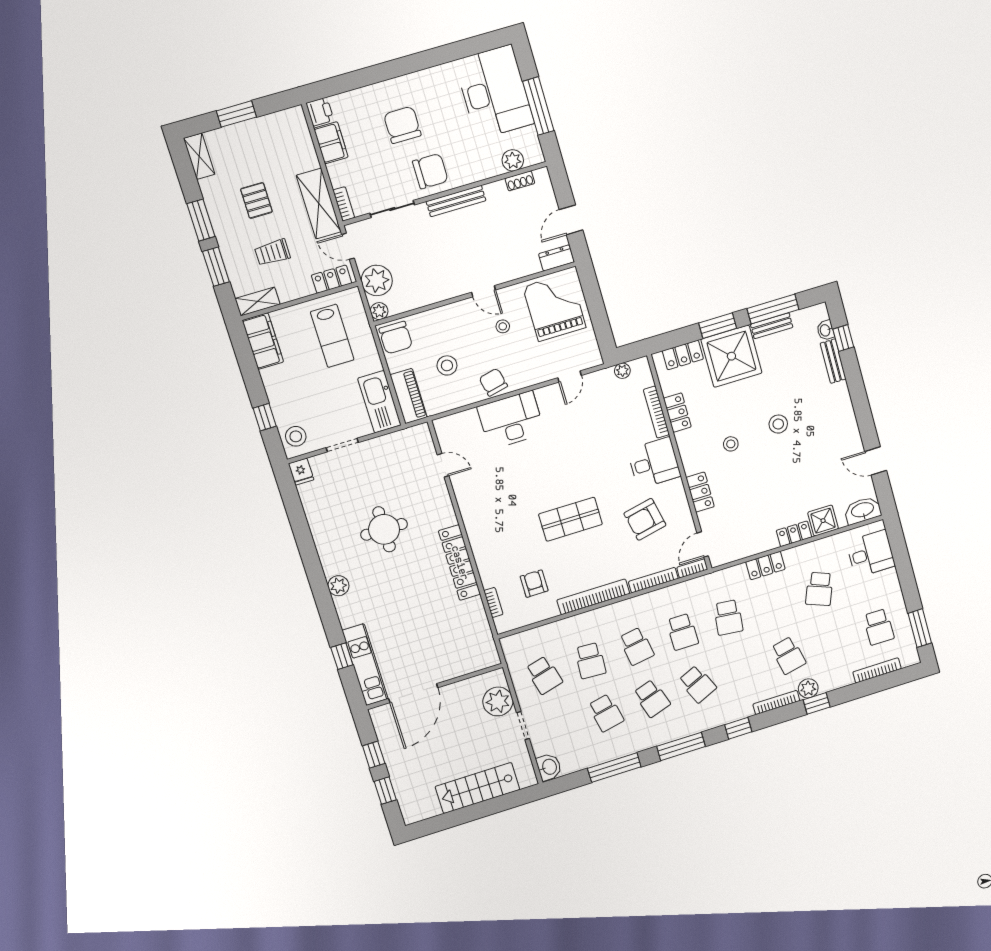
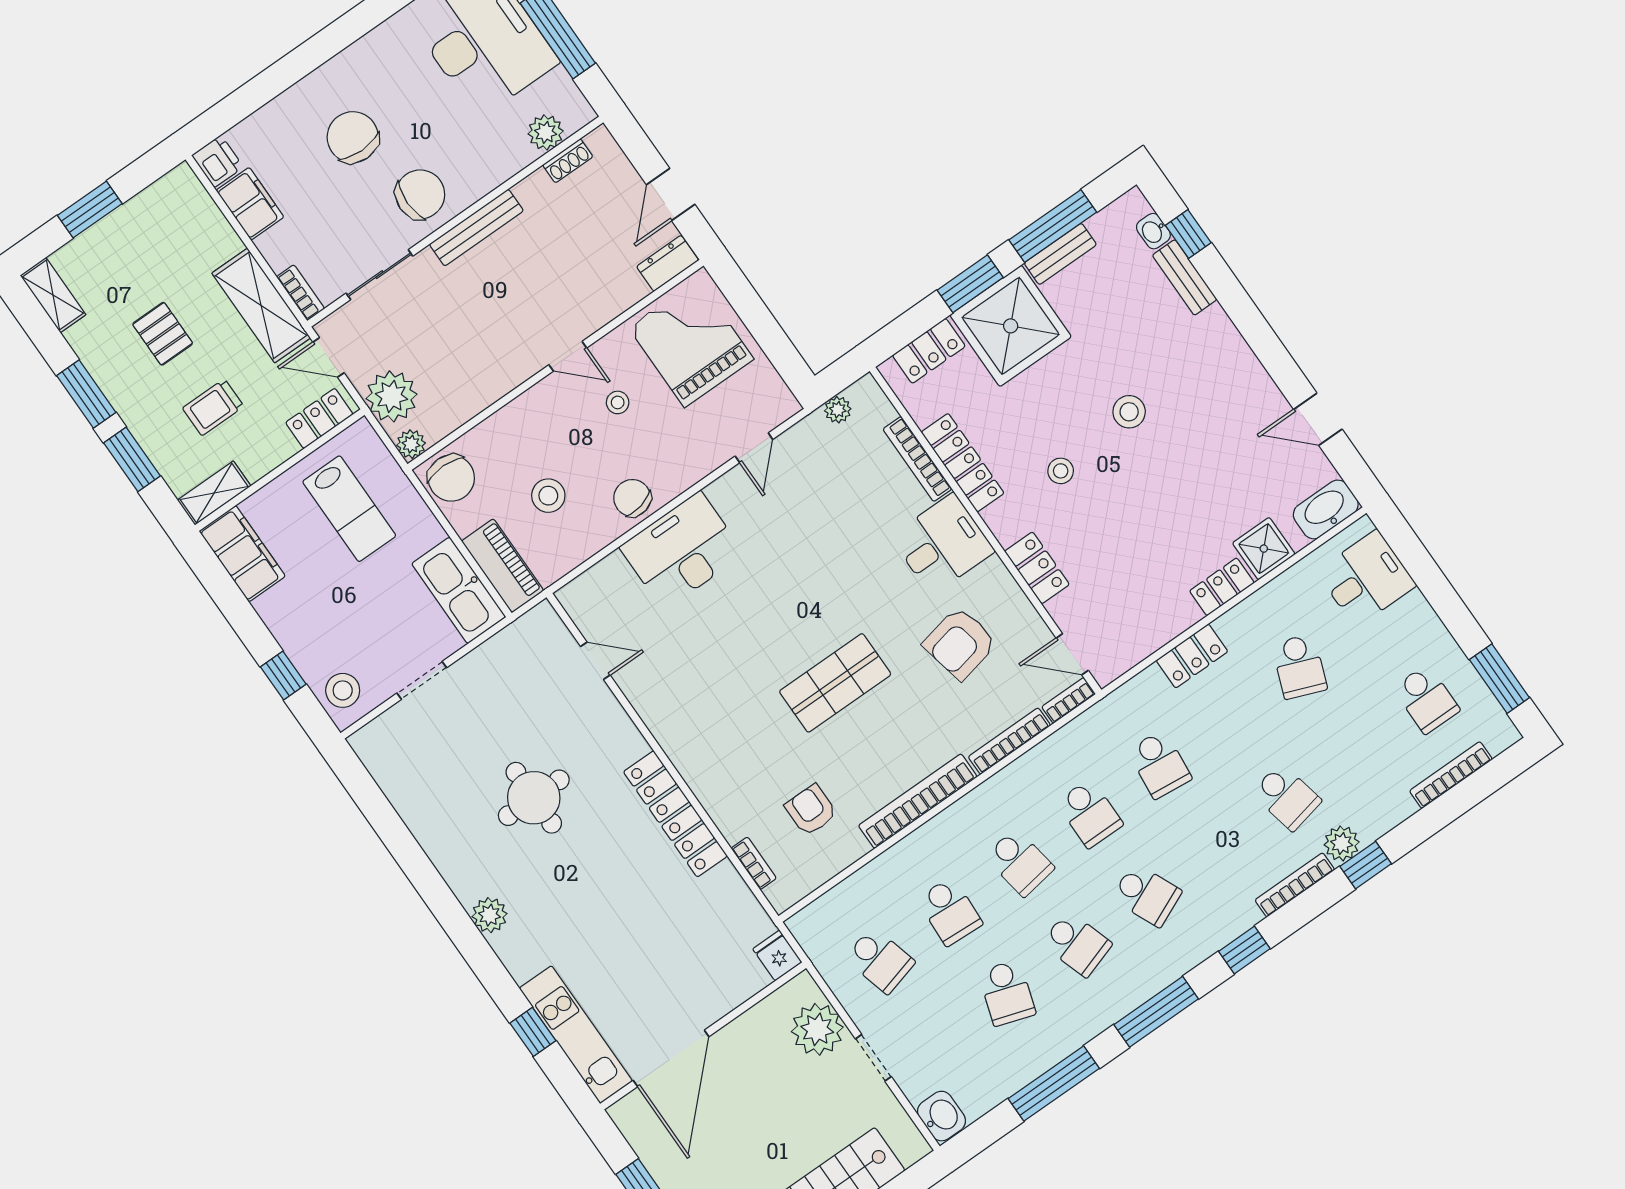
locker: (677, 413) -> (963, 463), width x1.53
fridge: (301, 472) -> (777, 956), moved, turned 180
door: (703, 544) -> (1072, 654), hinge flipped
school desk: (606, 713) -> (1007, 993), turned 30

